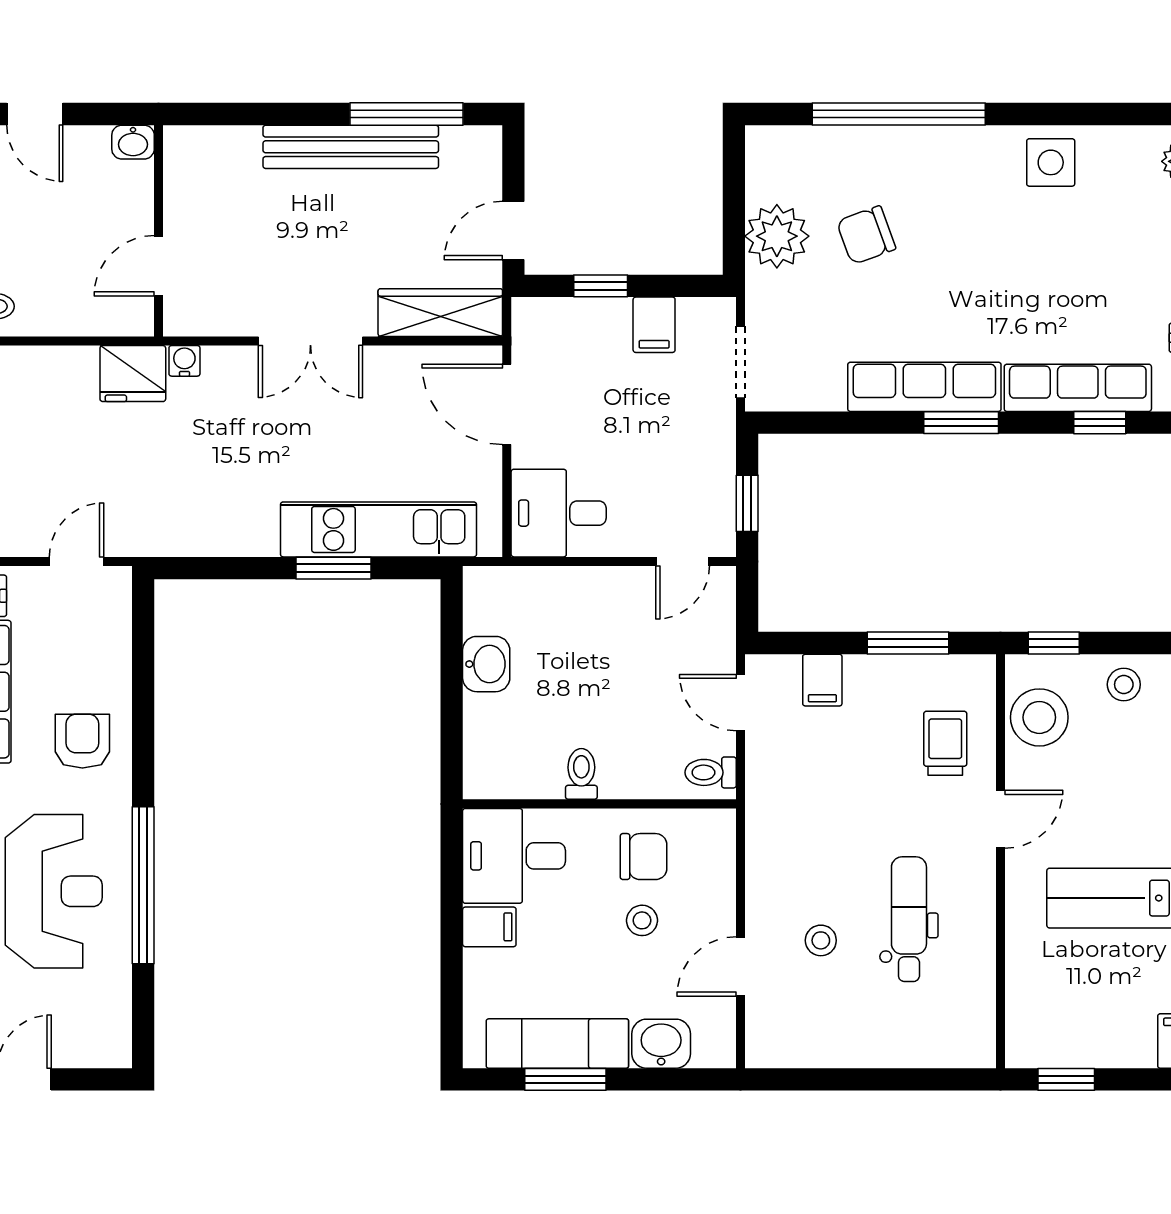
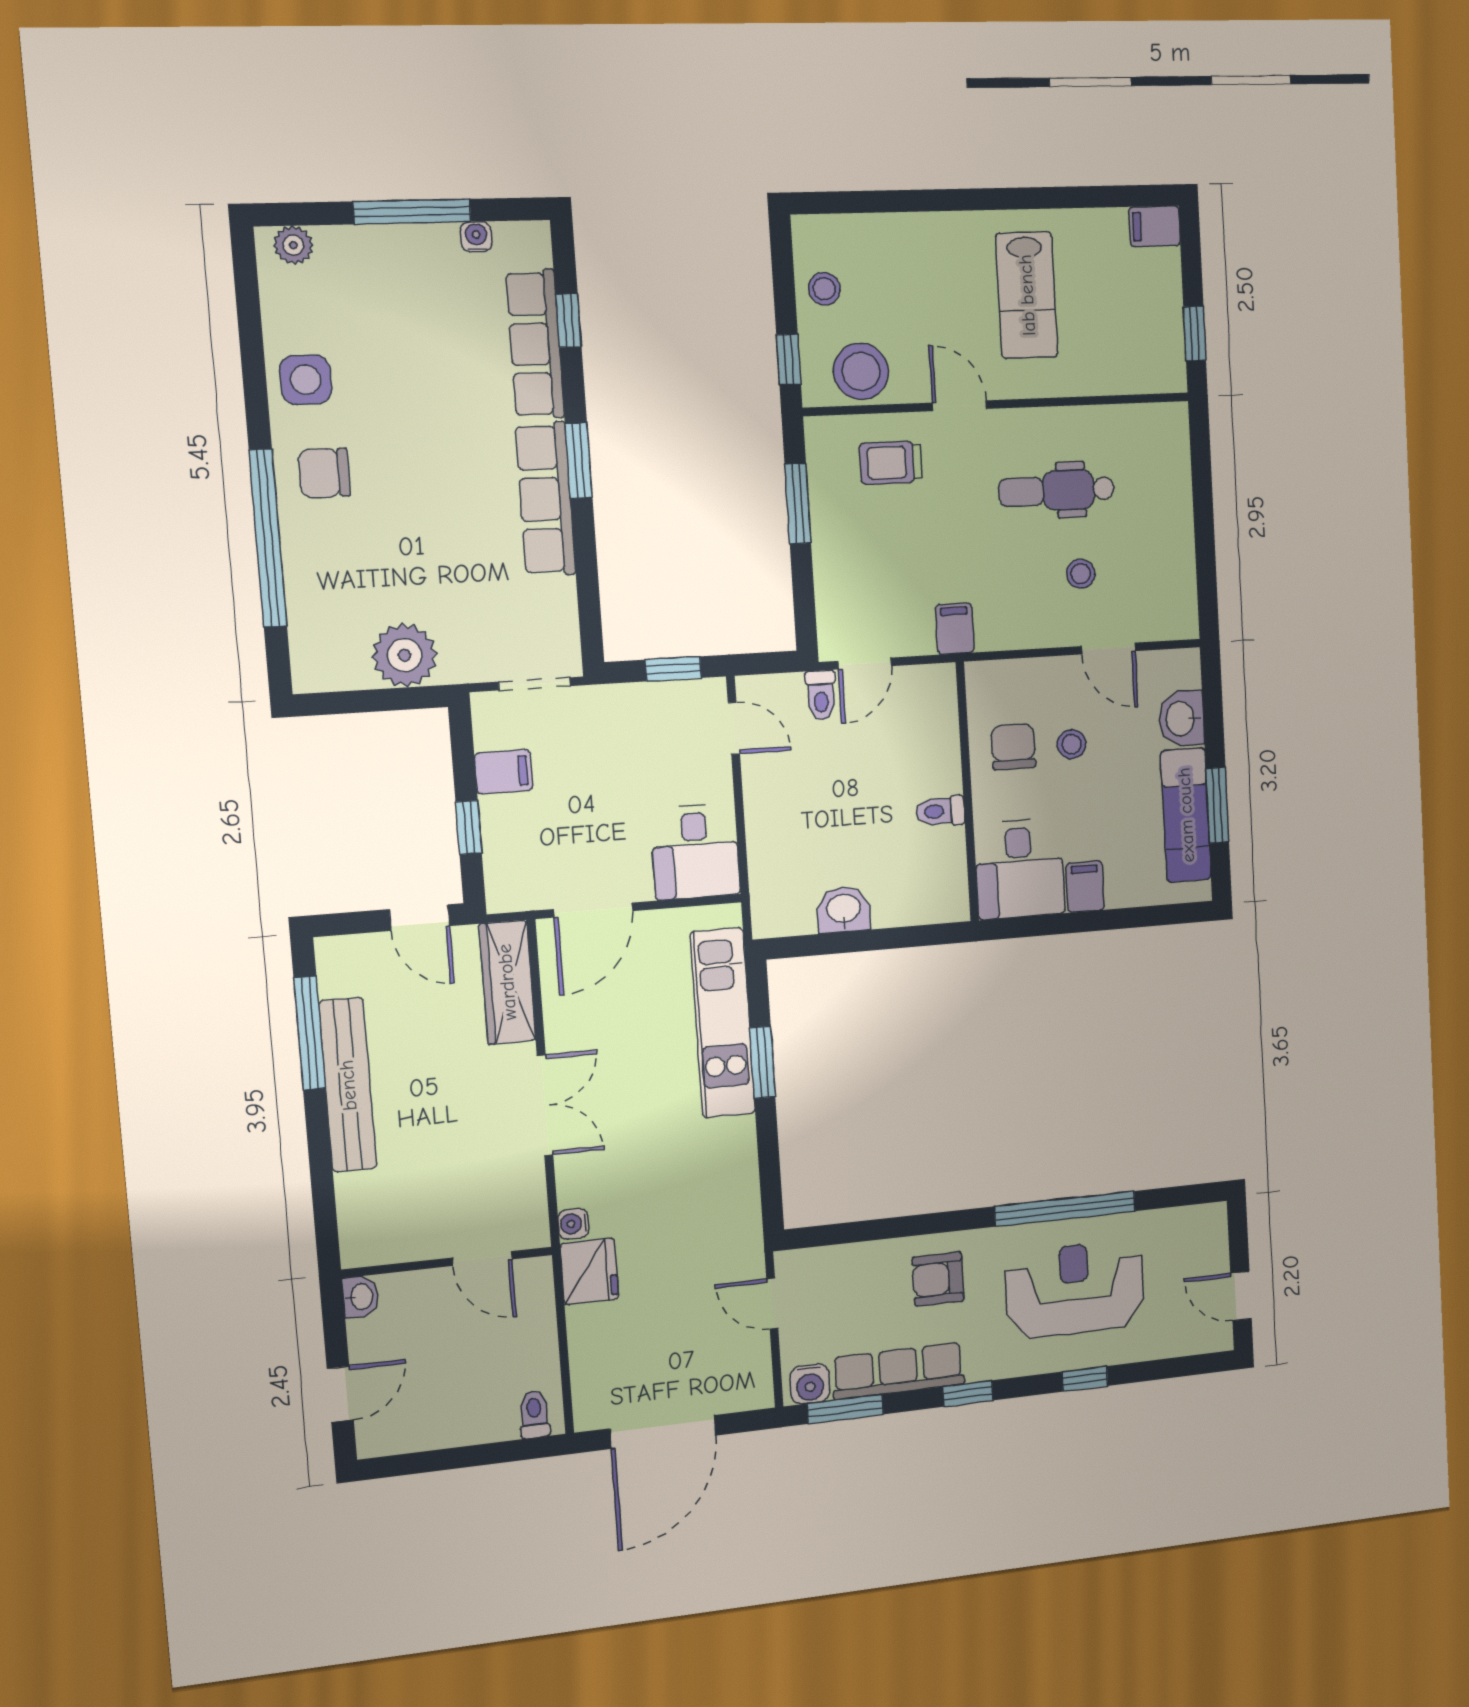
chair: (866, 235) -> (324, 473), moved, turned 110
filing cabinet: (822, 680) -> (955, 629), moved, turned -90
toilet: (711, 772) -> (821, 695), moved

